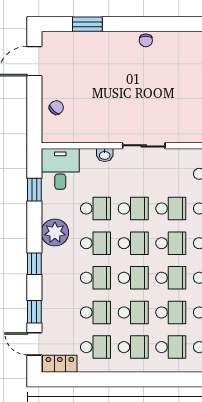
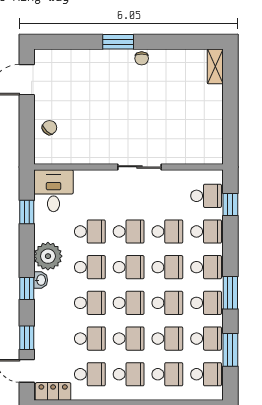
window: (87, 24) -> (118, 42), moved
washbasin: (105, 155) -> (41, 280), moved, turned -90

